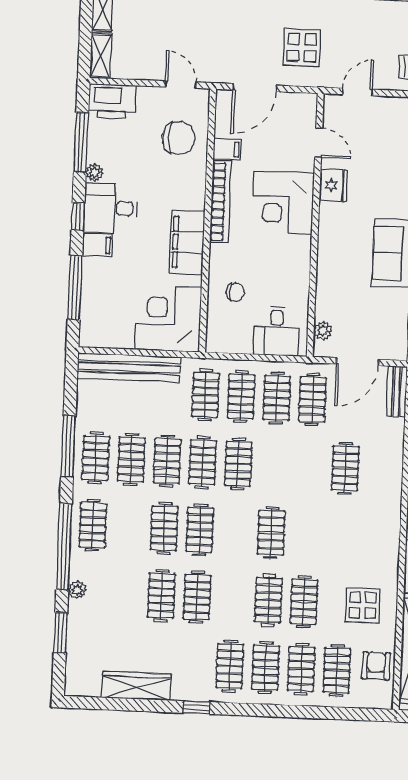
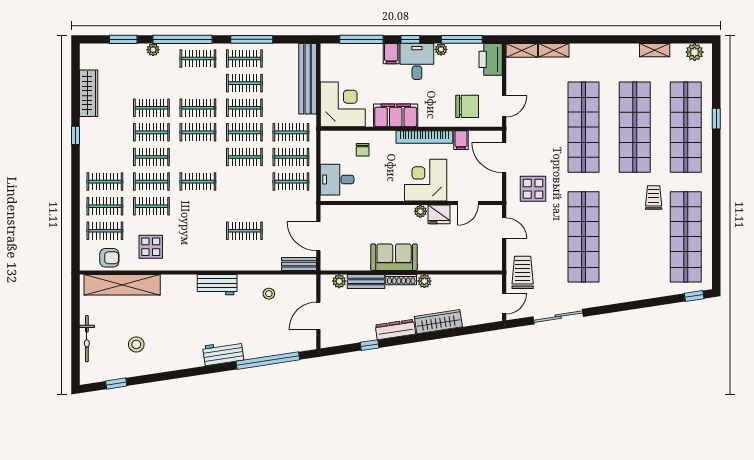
chair: (179, 138) -> (467, 106), turned -90
plant: (323, 331) -> (420, 211), moved
clothes rail: (312, 400) -> (291, 206), removed
clothes rail: (230, 666) -> (151, 157), moved

